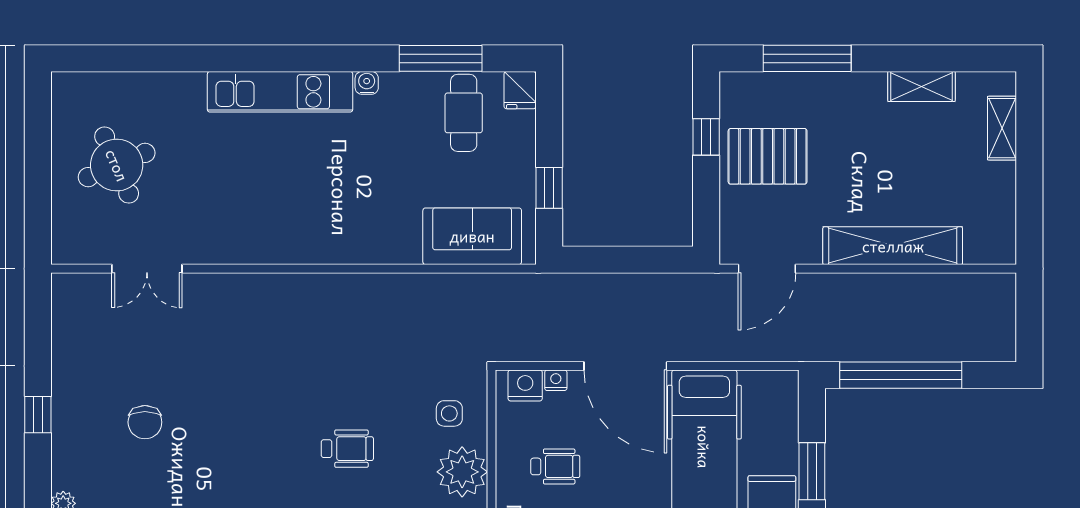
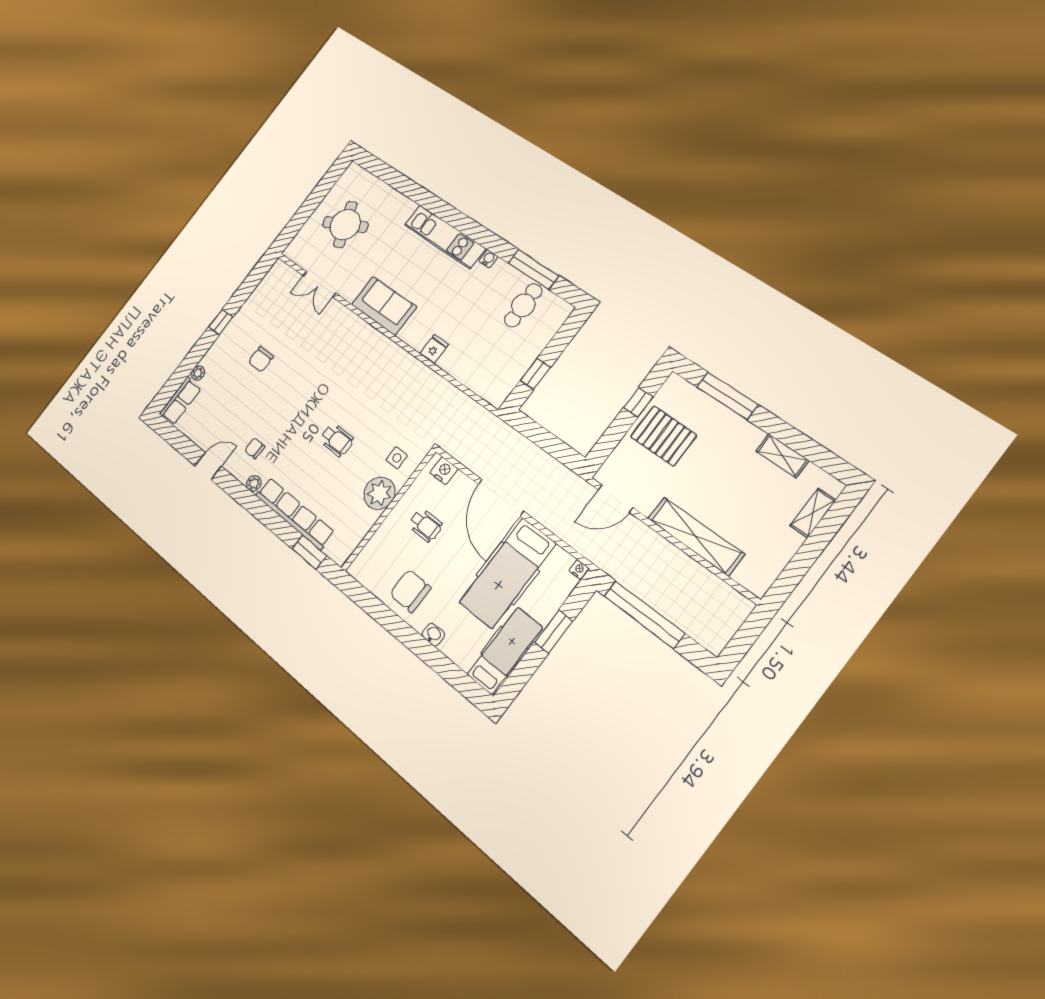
fridge: (520, 90) -> (434, 349), moved, turned 180
sofa: (472, 236) -> (384, 306), moved
nightstand: (556, 380) -> (579, 569), moved

